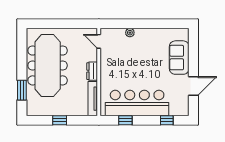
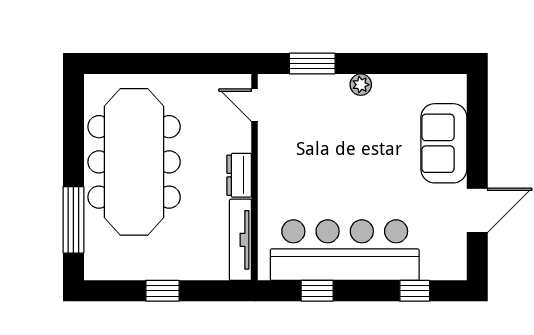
window: (123, 24) -> (312, 63), added
plant: (130, 33) -> (361, 85), moved
window: (22, 90) -> (73, 220), width x1.44

